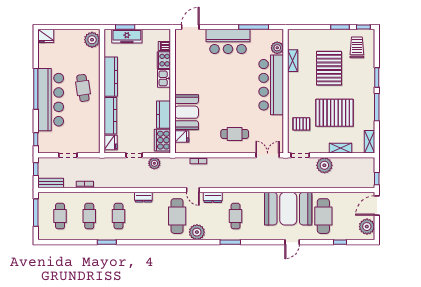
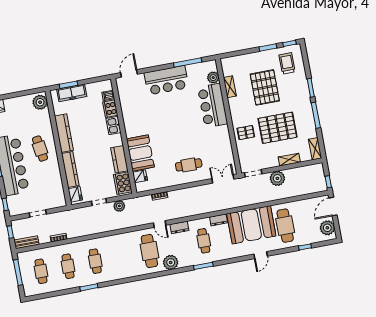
bar counter: (271, 85) -> (213, 106), width x0.73
pallet: (301, 124) -> (246, 133), moved
dresser: (143, 197) -> (219, 220), moved

